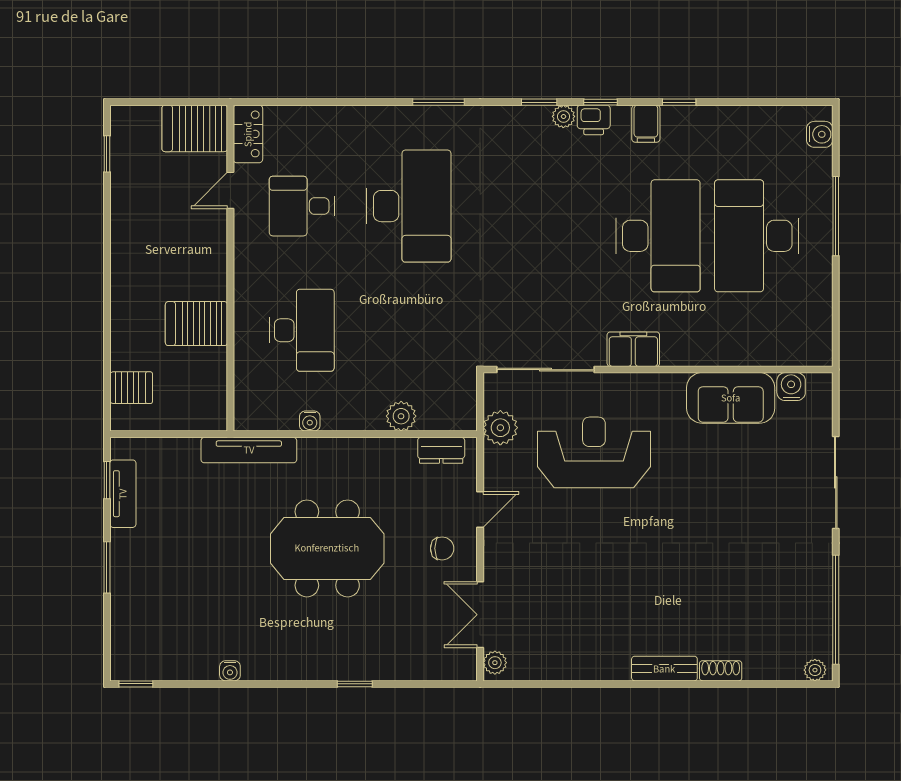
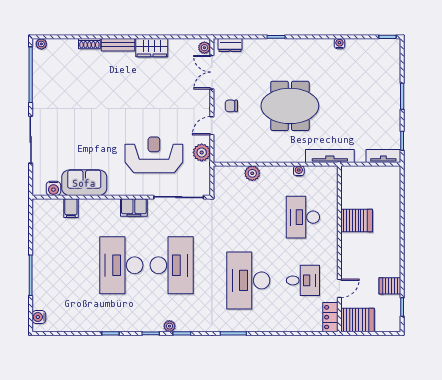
printer: (594, 120) -> (154, 324), removed
filing cabinet: (646, 124) -> (71, 208), moved, turned 180
desk: (757, 236) -> (172, 265), moved
server rack: (131, 388) -> (390, 286), moved
plant: (500, 428) -> (202, 152), moved
dresser: (441, 450) -> (230, 45), moved, turned 180
reception desk: (594, 452) -> (154, 155), turned 180
tv unit: (123, 494) -> (383, 156), moved, turned 90
double door: (480, 615) -> (212, 72), swing flipped
wardrobe: (598, 663) -> (152, 48), added

